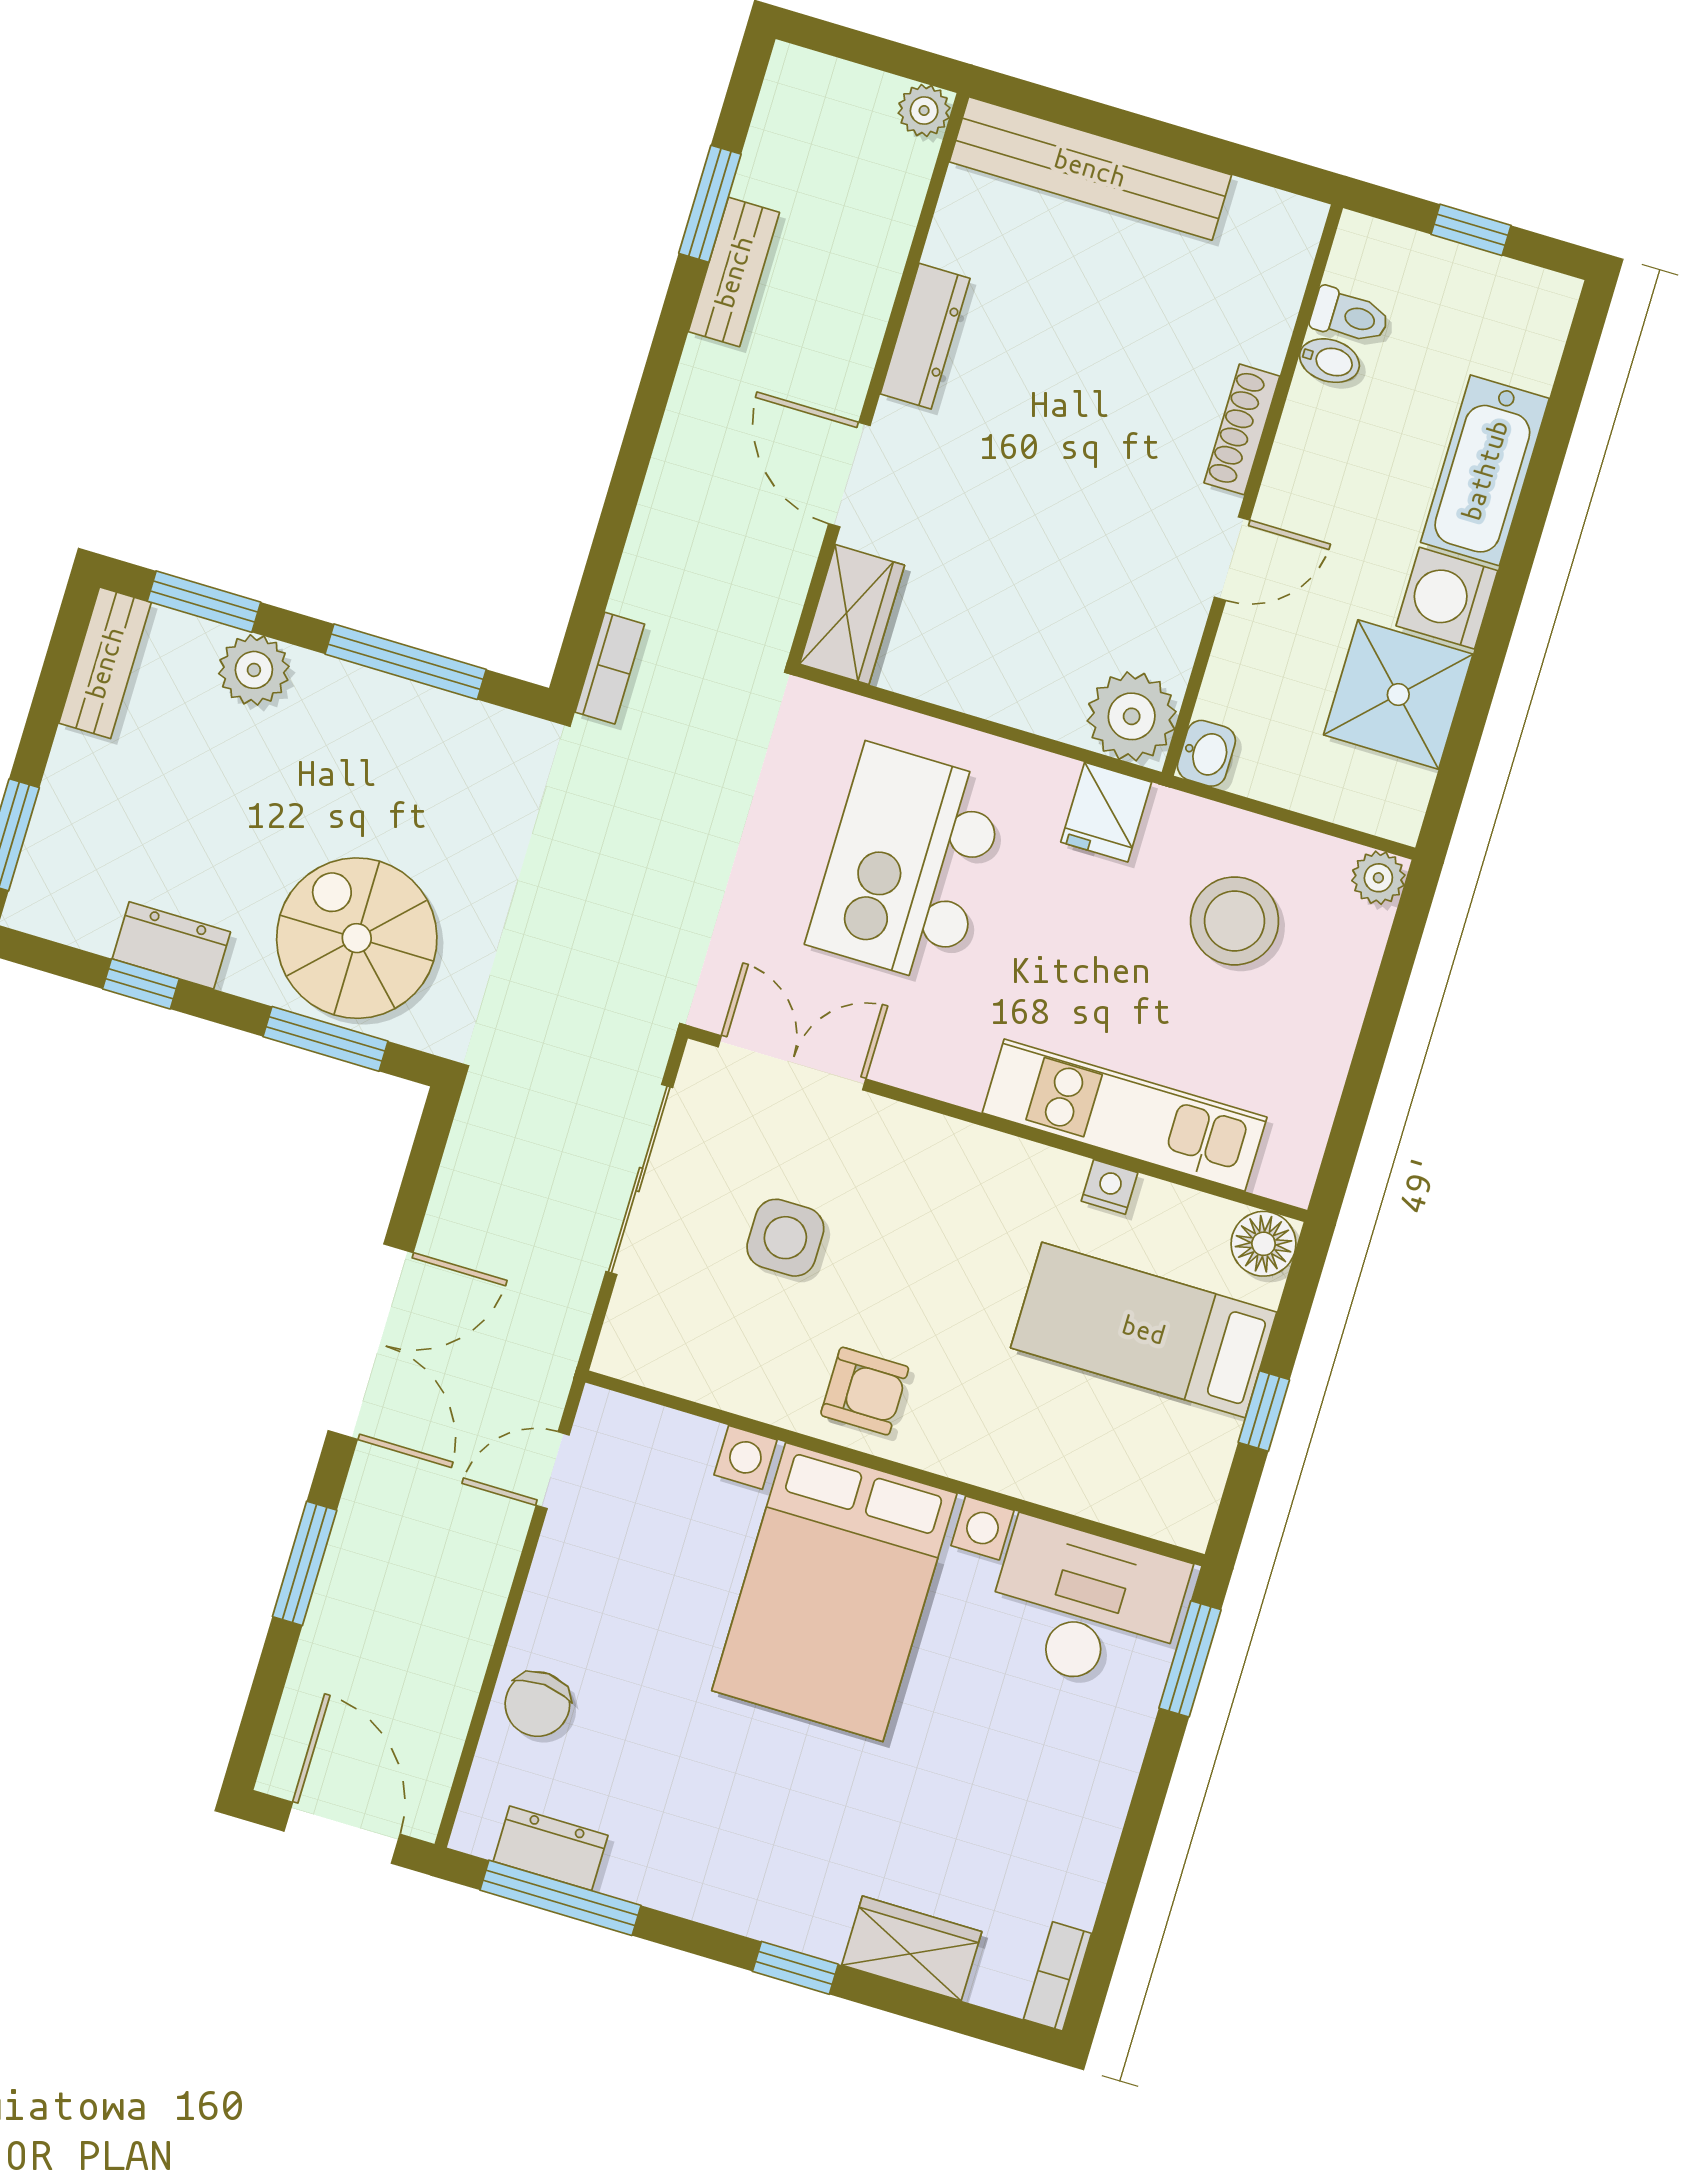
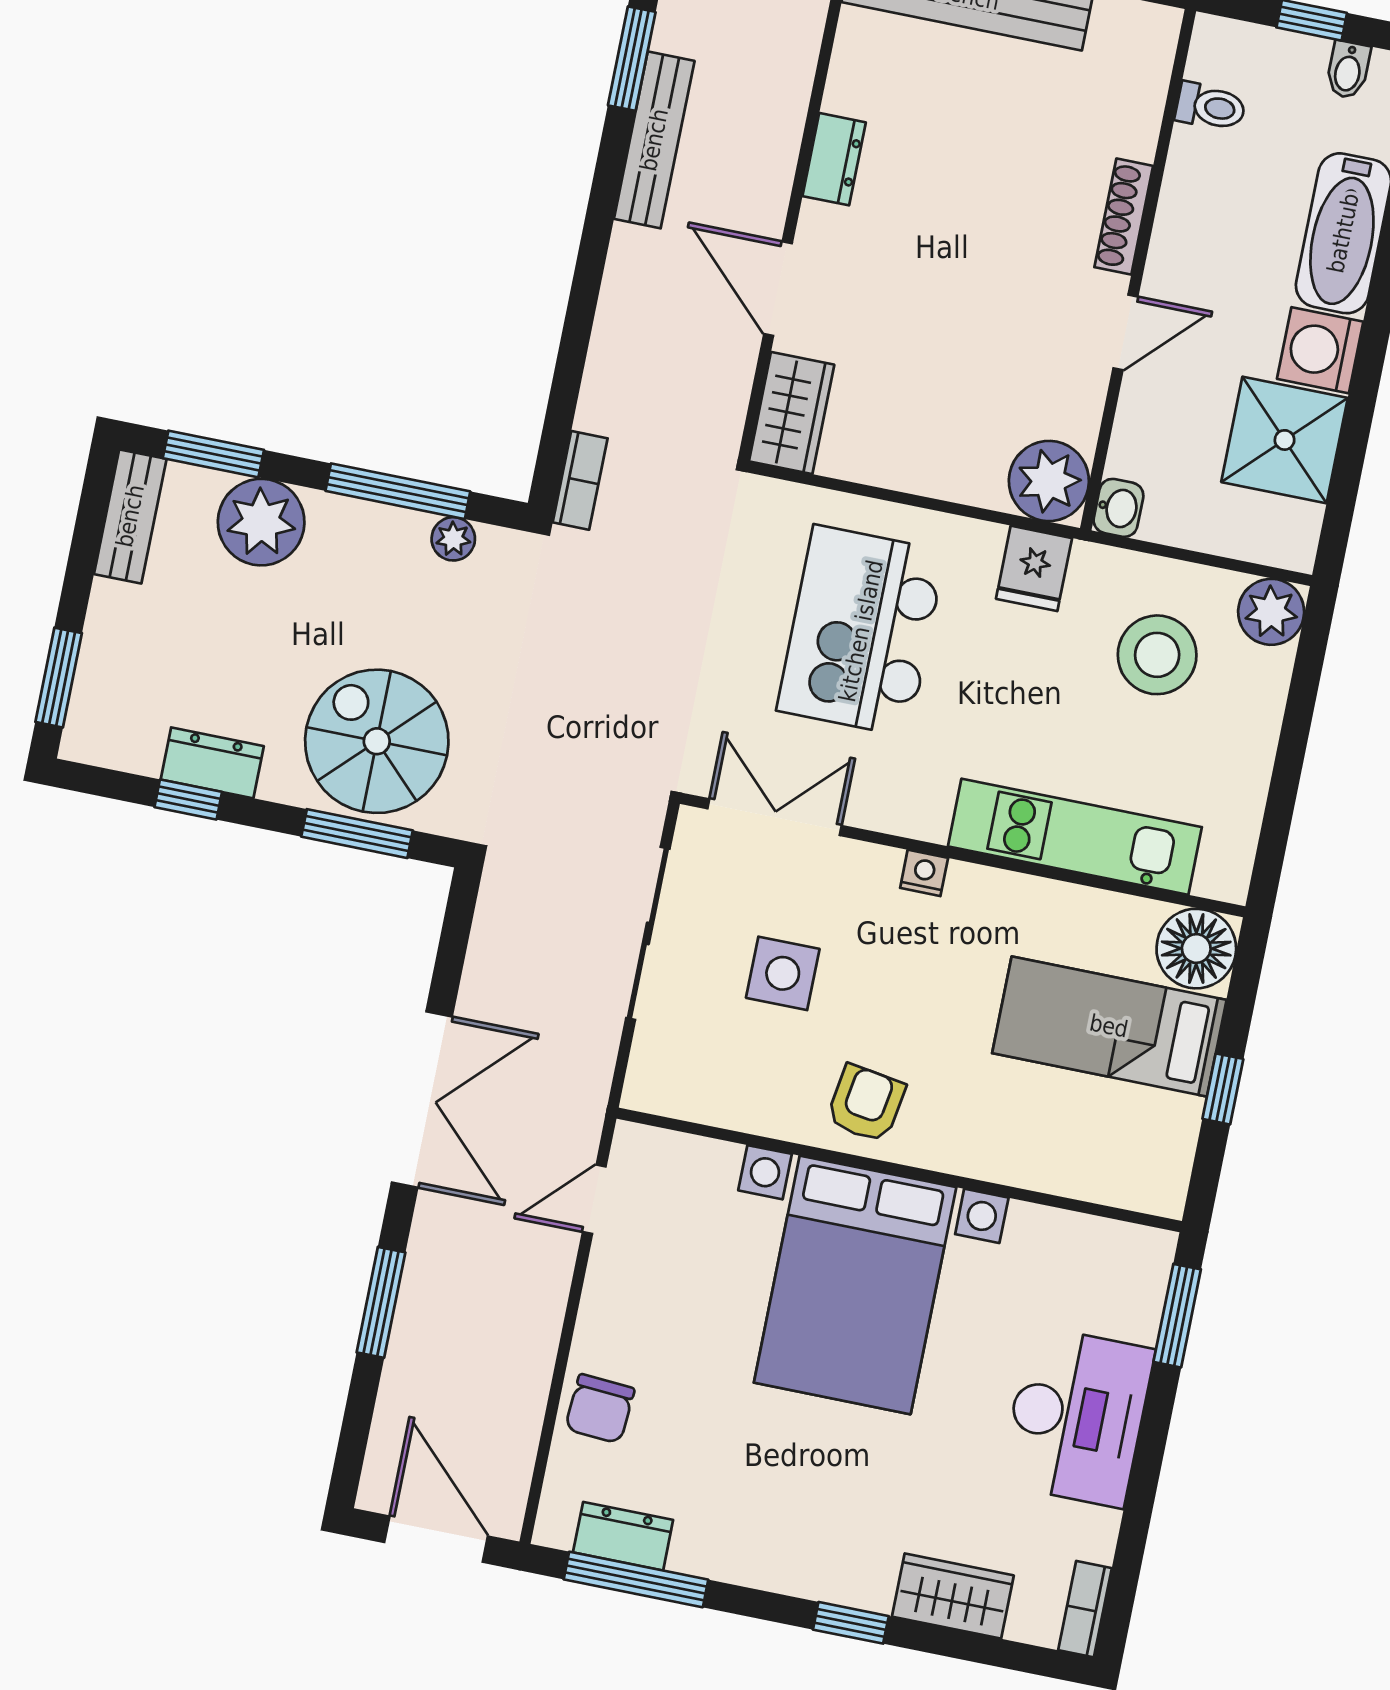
bench: (734, 272) -> (654, 140), width x1.36
dresser: (925, 336) -> (834, 159), width x0.70
bidet: (1329, 361) -> (1348, 70), moved, turned 90
plant: (254, 670) -> (261, 522), width x1.36, depth x1.36
plant: (462, 720) -> (453, 539), added
plant: (1378, 878) -> (1271, 612), width x1.38, depth x1.38
nightstand: (1110, 1187) -> (924, 873), moved
floor lamp: (1264, 1244) -> (1196, 949), width x1.38, depth x1.38
armchair: (865, 1391) -> (866, 1103), turned -81
desk: (1086, 1607) -> (1077, 1417), moved, turned 90

